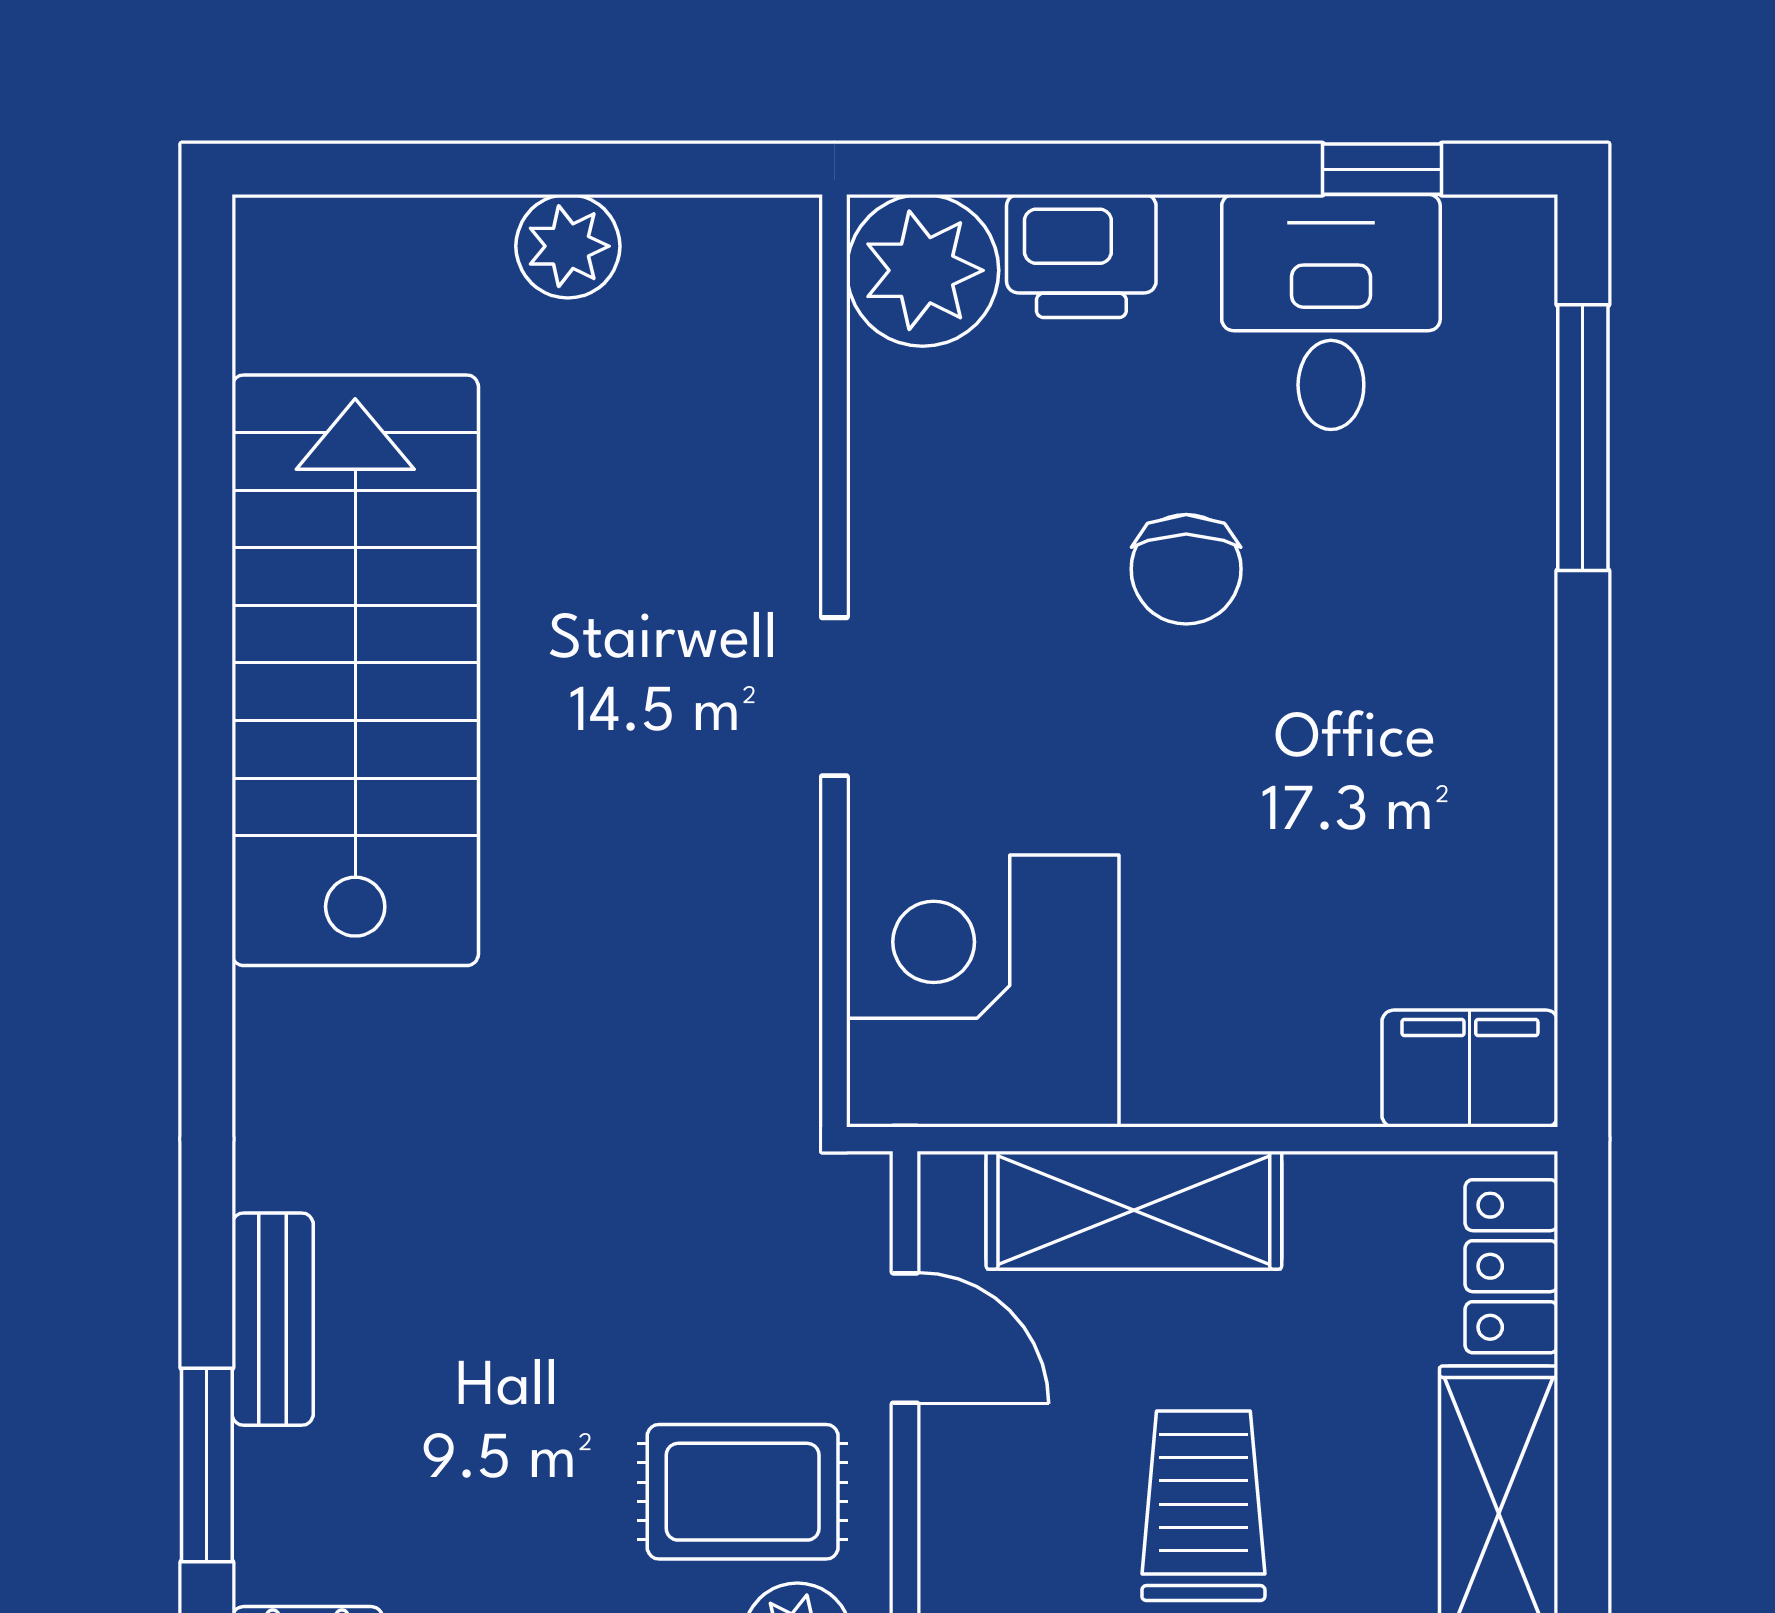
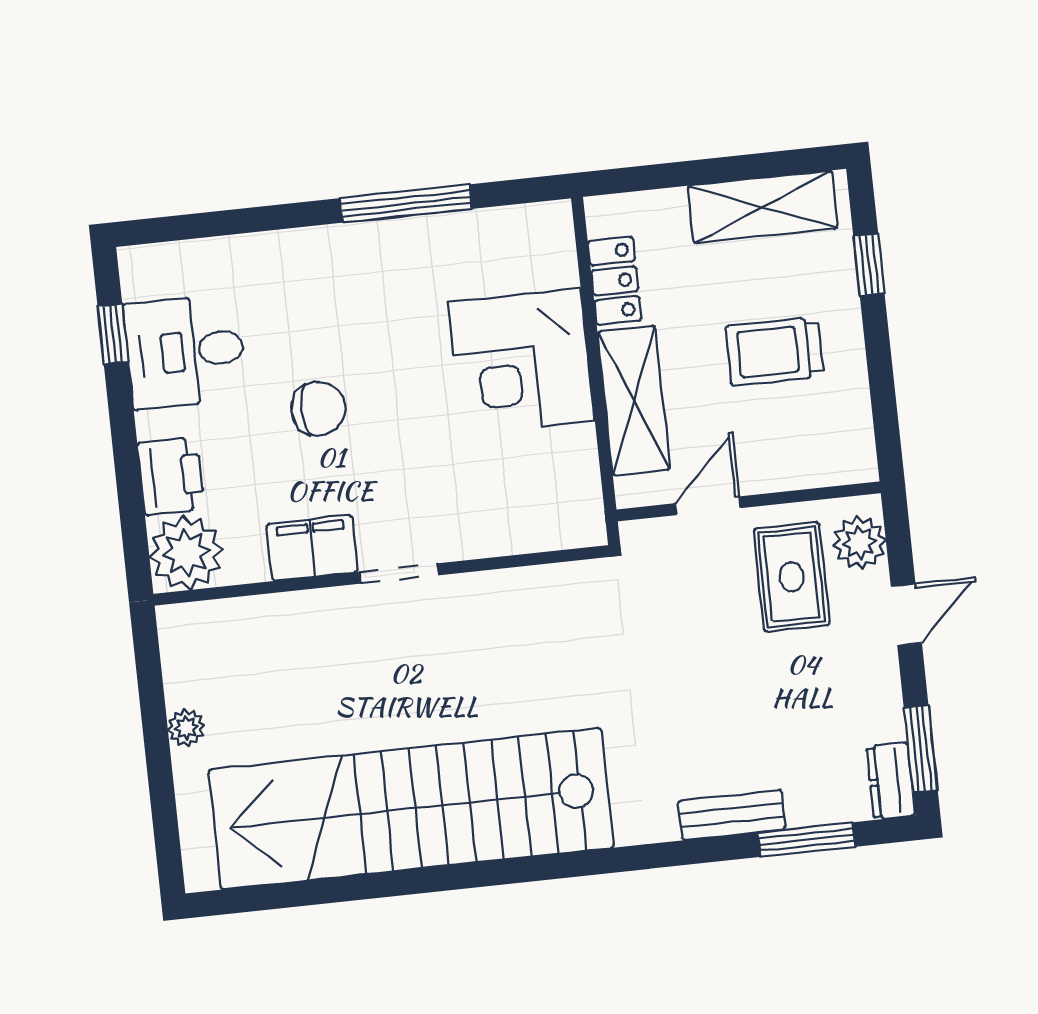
plant: (568, 246) -> (186, 728), width x0.73, depth x0.73
window: (1583, 438) -> (406, 203), moved
stairs: (355, 670) -> (411, 809), width x1.36
corner desk: (983, 991) -> (521, 361), moved
filing cabinet: (1470, 1068) -> (312, 548), moved, turned 90
locker: (1511, 1266) -> (615, 281), moved, turned -90

